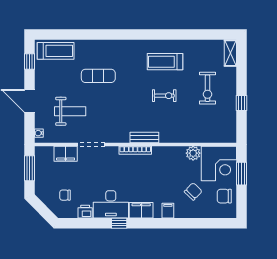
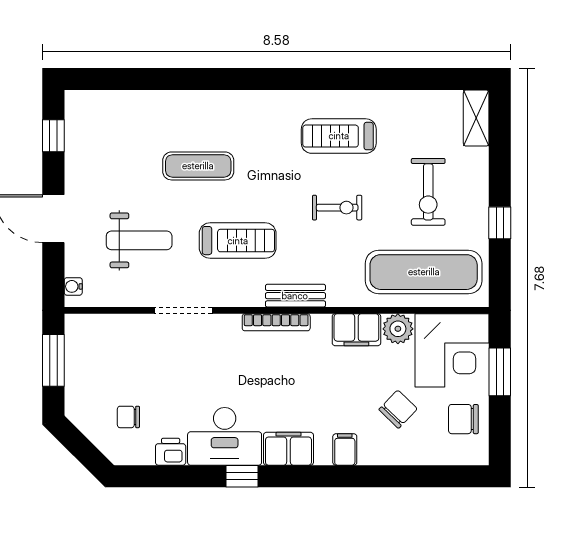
treadmill: (56, 51) -> (238, 241), moved
exercise mat: (205, 126) -> (424, 272), added
filing cabinet: (66, 154) -> (356, 330), moved

